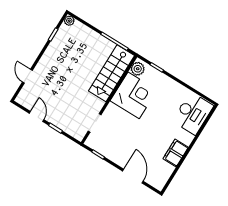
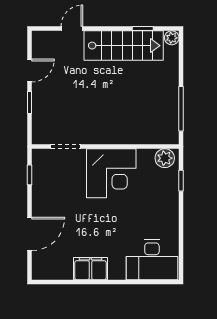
stairs: (111, 73) -> (124, 46), moved, turned 180
corner desk: (134, 95) -> (111, 173), moved

